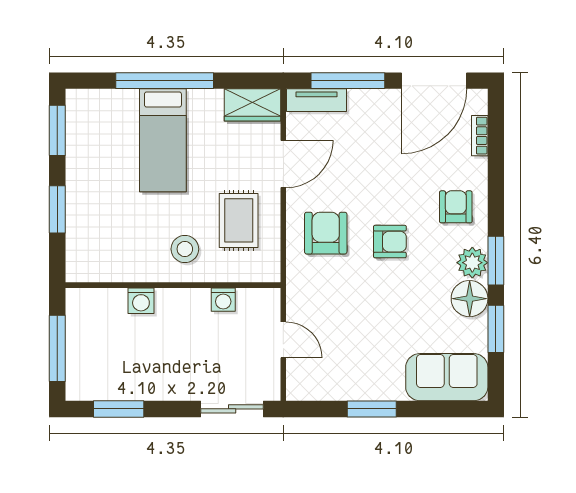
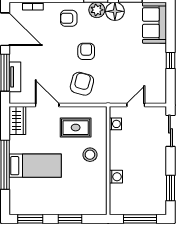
tv unit: (317, 100) -> (15, 77), moved
armchair: (326, 233) -> (82, 84), turned 105
washing machine: (223, 300) -> (115, 124), moved
window: (372, 409) -> (170, 61), width x0.67

